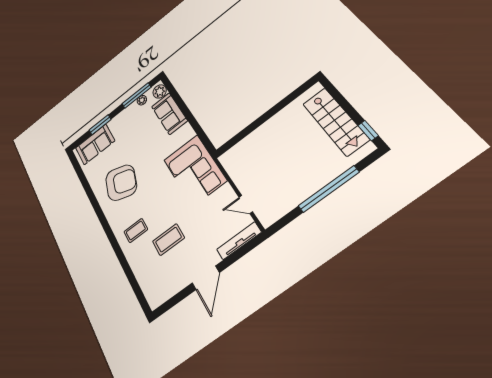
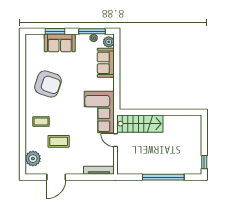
stairs: (335, 121) -> (140, 124), moved, turned -90
sofa: (95, 144) -> (60, 43), moved
door: (246, 204) -> (115, 140), moved
door: (206, 278) -> (56, 177), moved
plant: (150, 284) -> (33, 159), added

